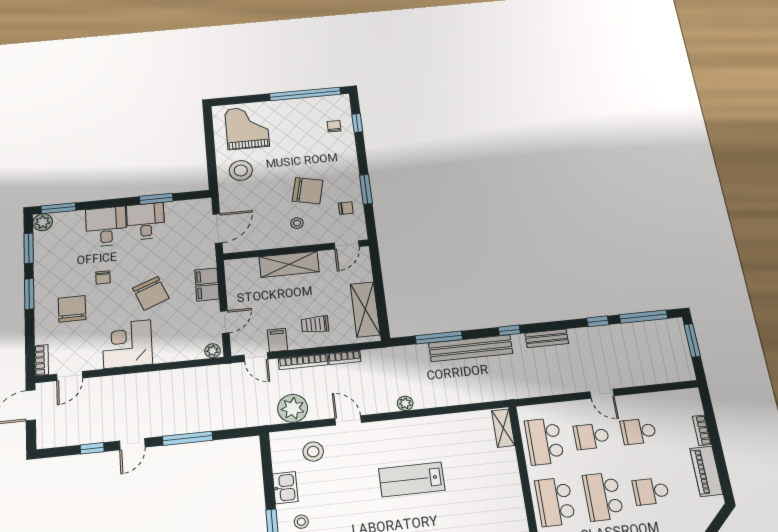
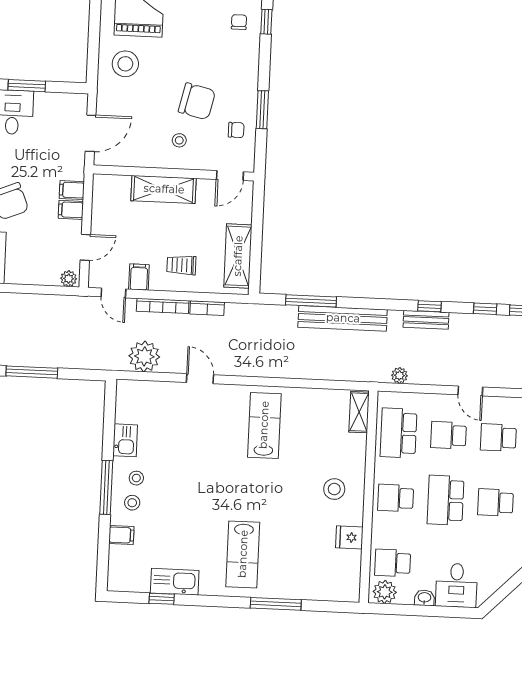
window: (509, 330) -> (430, 306), moved
plant: (405, 403) -> (399, 375), moved
stool: (313, 452) -> (334, 489), moved
lab bench: (412, 479) -> (264, 425), moved, turned 90
school desk: (555, 502) -> (396, 498), width x0.54

